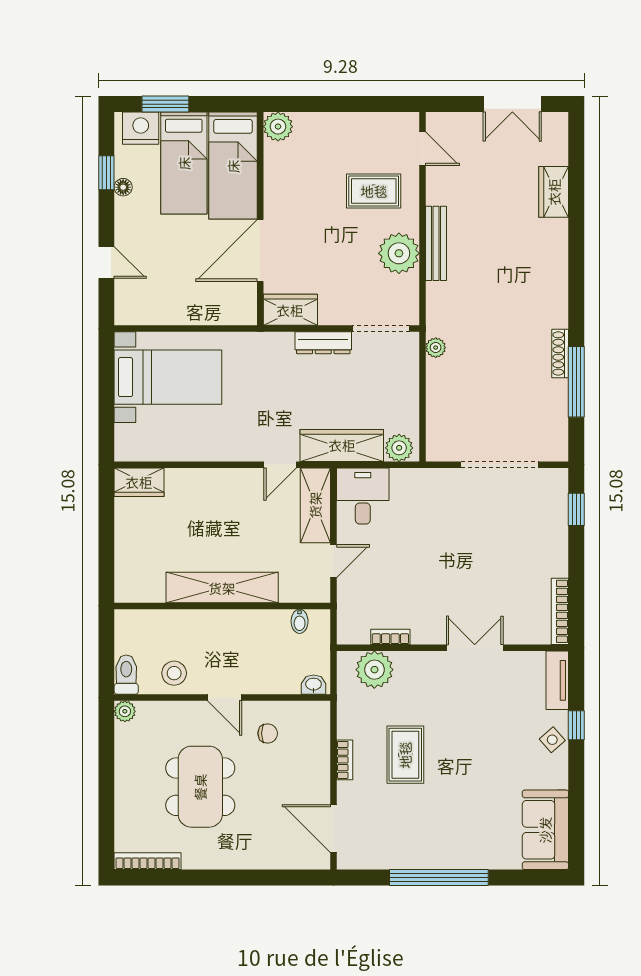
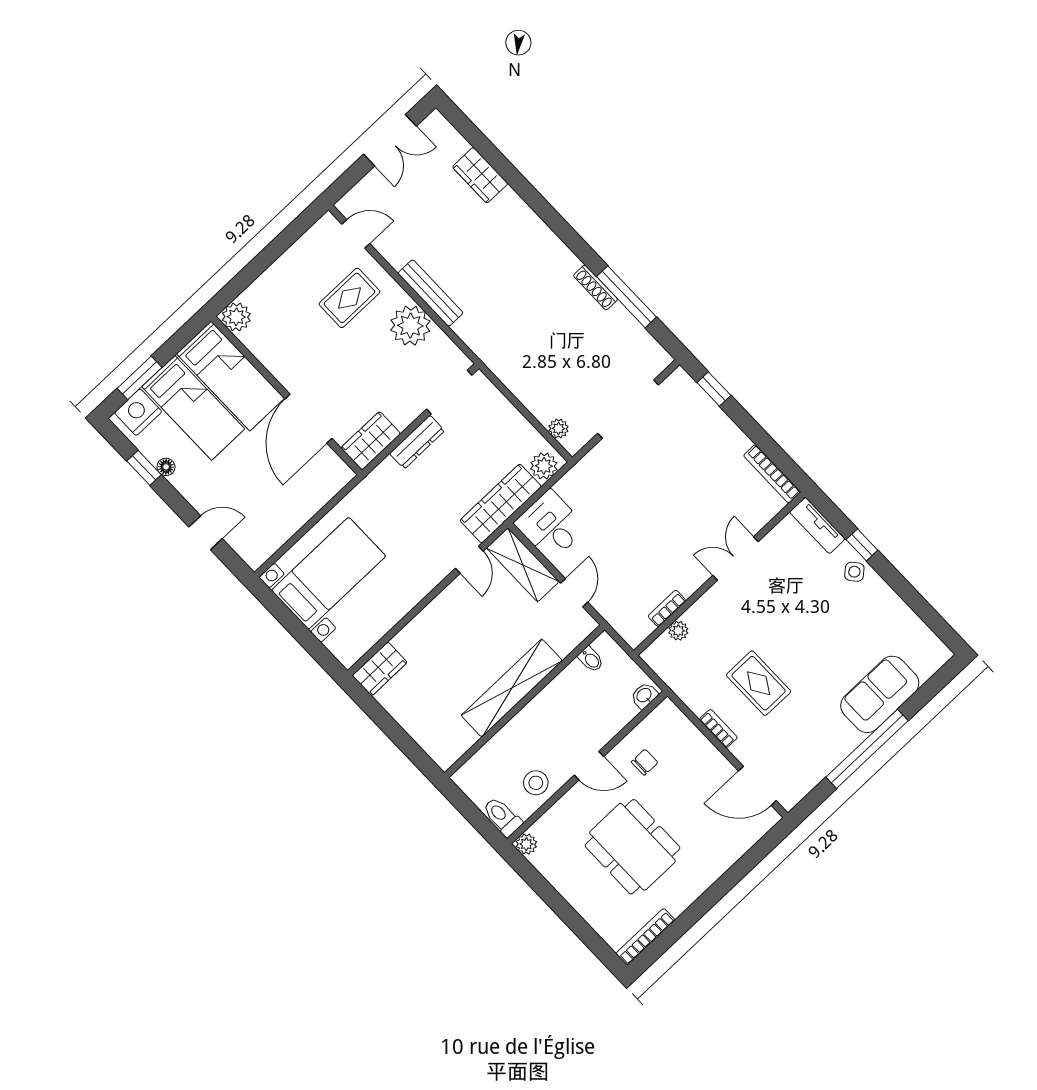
plant: (436, 348) -> (558, 429), moved
plant: (374, 670) -> (678, 631), width x0.53, depth x0.53
sofa: (545, 830) -> (880, 694), moved, turned 90

